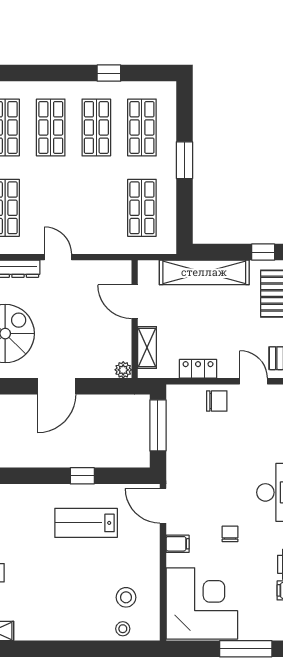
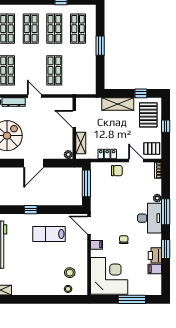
shop shelf: (142, 208) -> (54, 70), moved
shelving: (204, 272) -> (118, 104), width x0.68
window: (82, 476) -> (31, 210), moved

